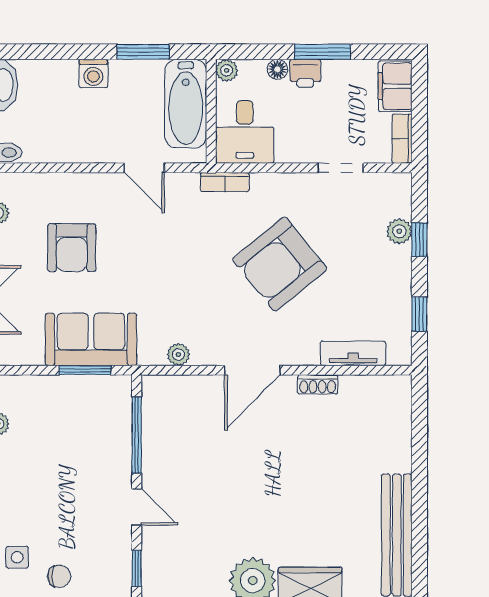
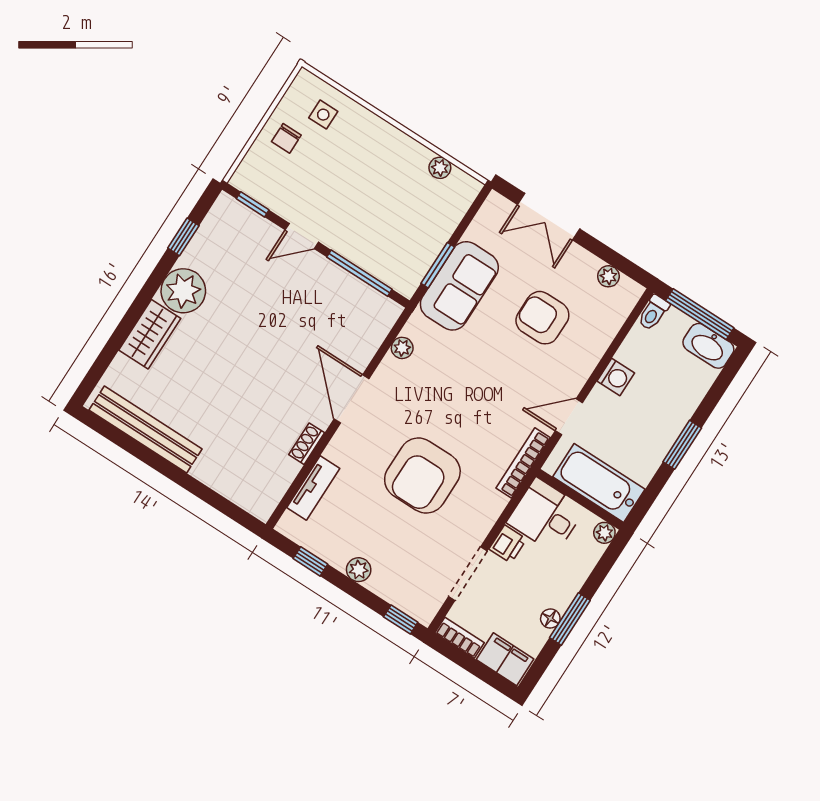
window: (143, 52) -> (682, 445), moved
floor lamp: (277, 69) -> (550, 618), moved
printer: (305, 73) -> (508, 544), moved, turned 180
washing machine: (93, 74) -> (616, 377), moved, turned 180
doorway: (341, 168) -> (468, 574), width x1.38
bookcase: (225, 182) -> (523, 463), width x1.56
plant: (399, 231) -> (359, 570), moved
window: (419, 240) -> (401, 620), moved
armchair: (280, 264) -> (422, 476), turned -141

